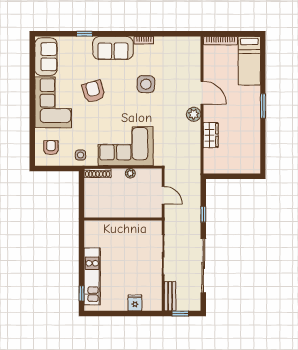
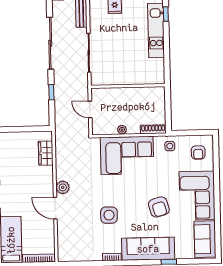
sofa: (113, 48) -> (148, 249), width x1.36
wardrobe: (211, 135) -> (46, 153), moved

